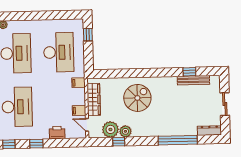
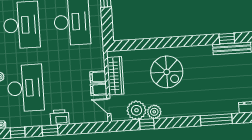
filing cabinet: (78, 83) -> (98, 77), moved
spiral stairs: (137, 98) -> (167, 72), turned 90
printer: (57, 133) -> (60, 117), moved
window: (178, 140) -> (216, 120), width x0.68

